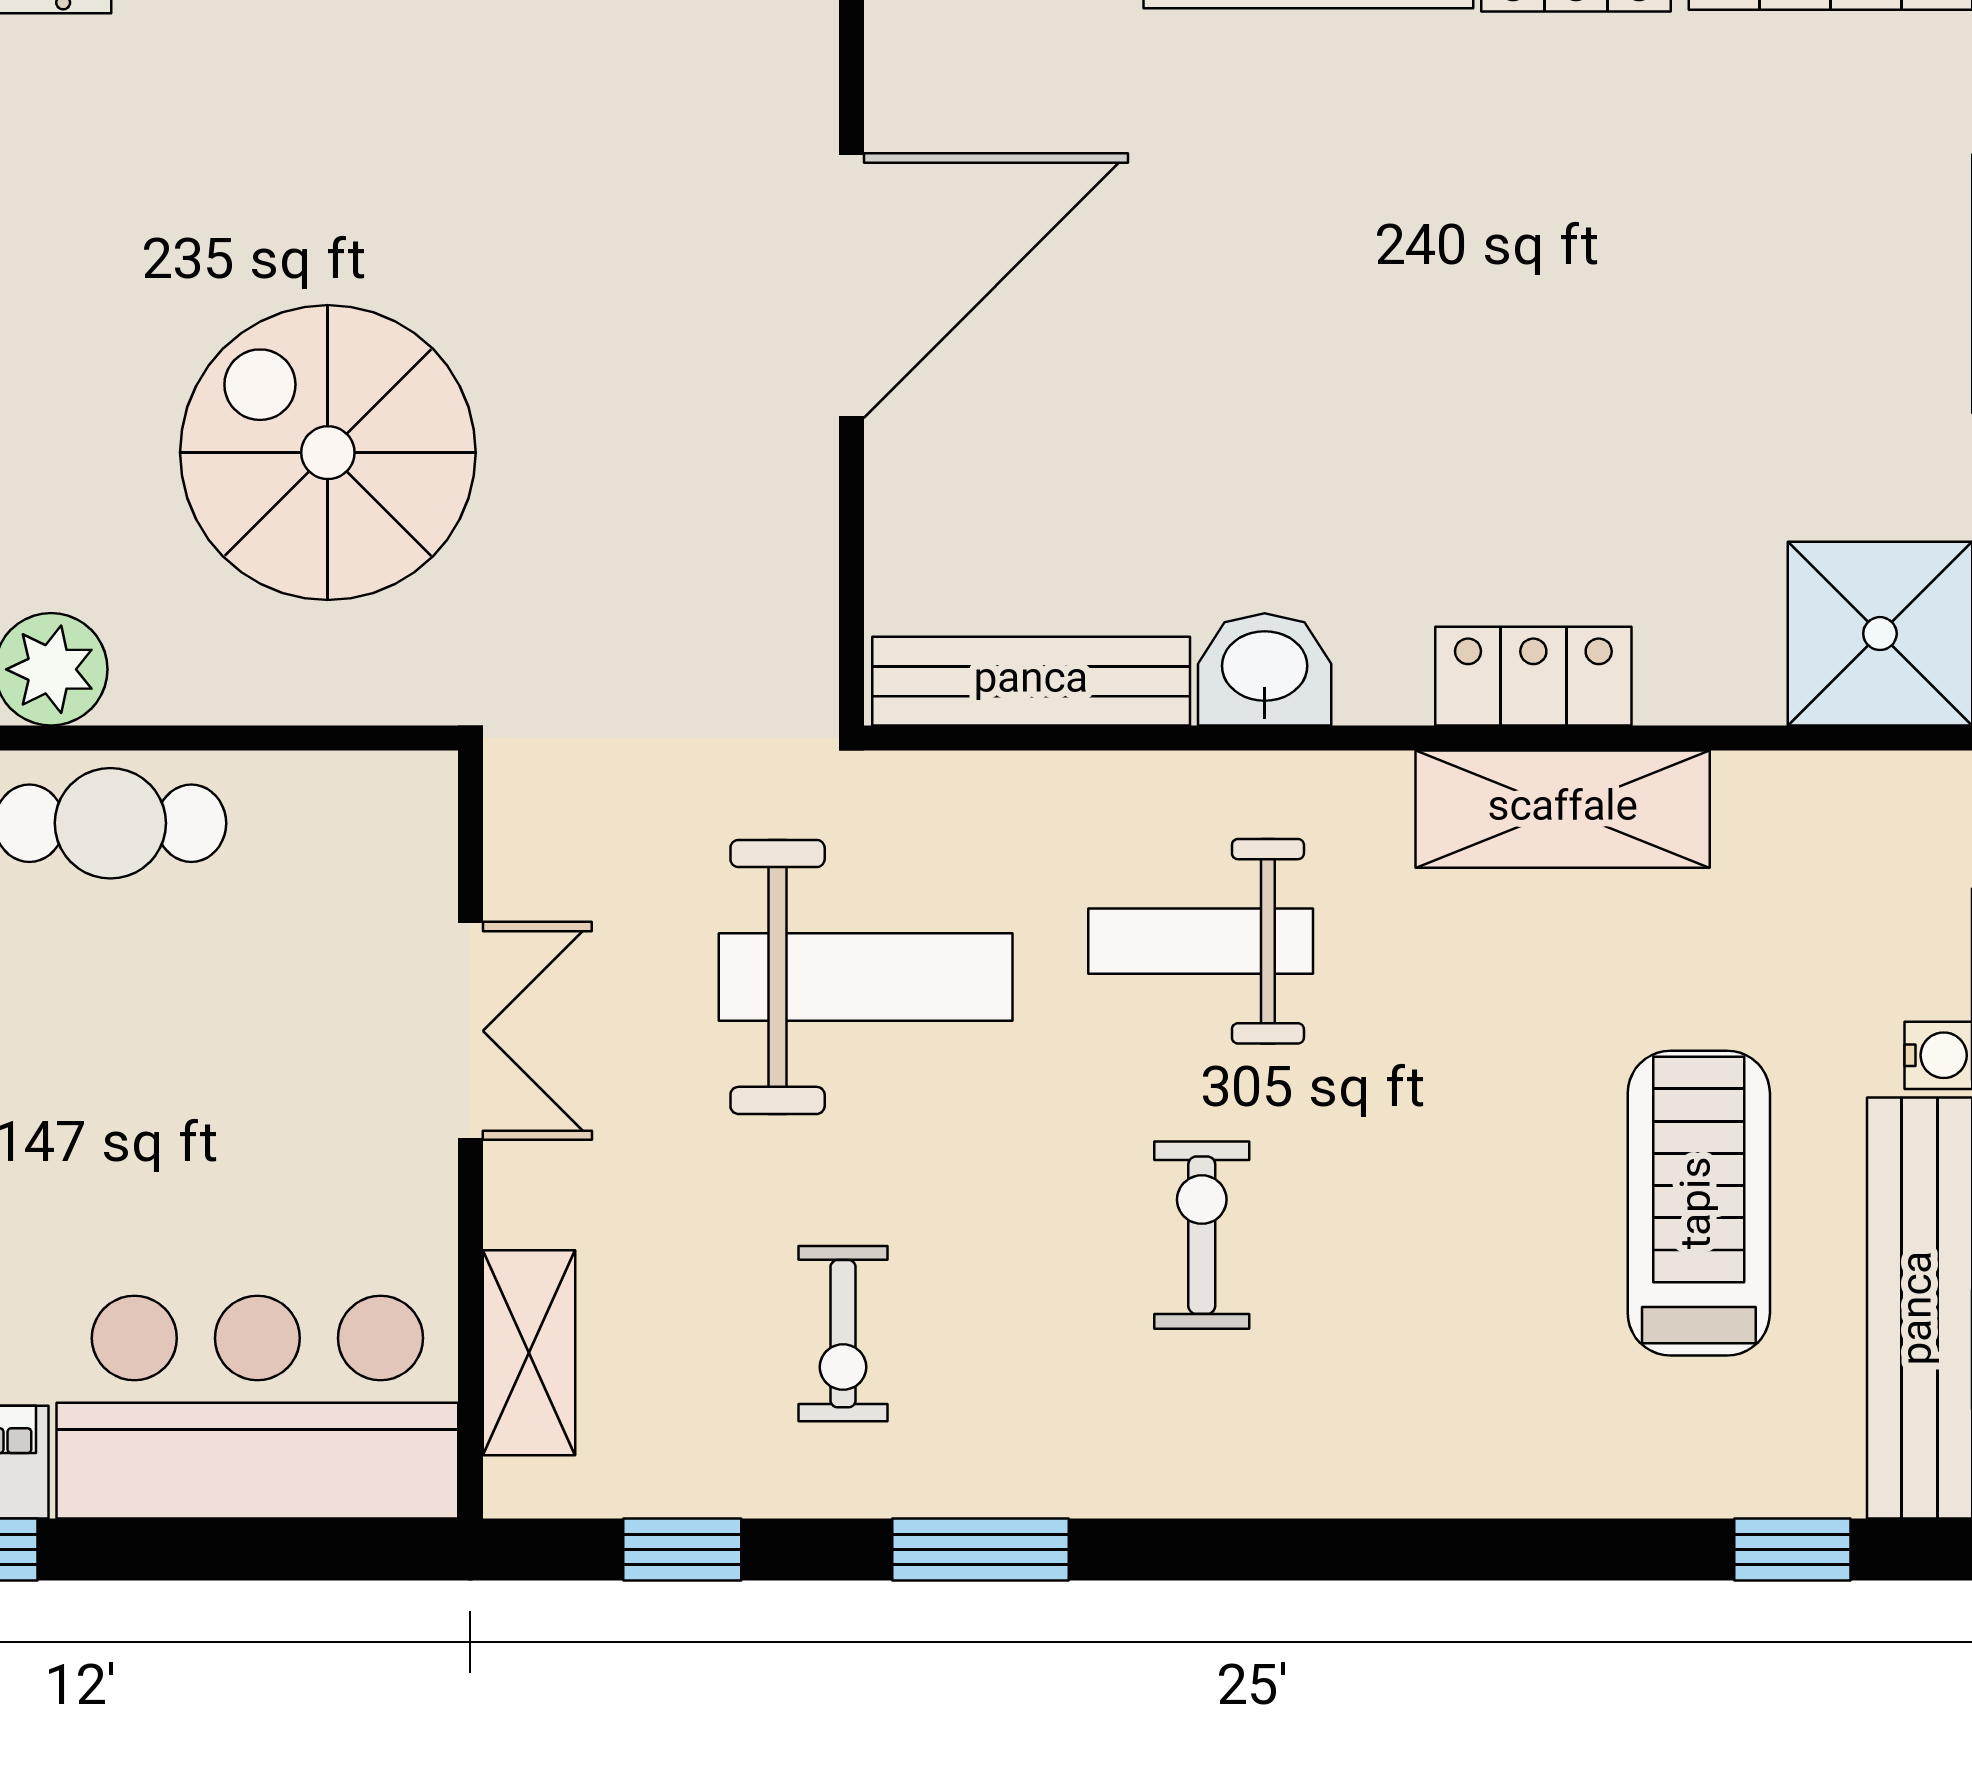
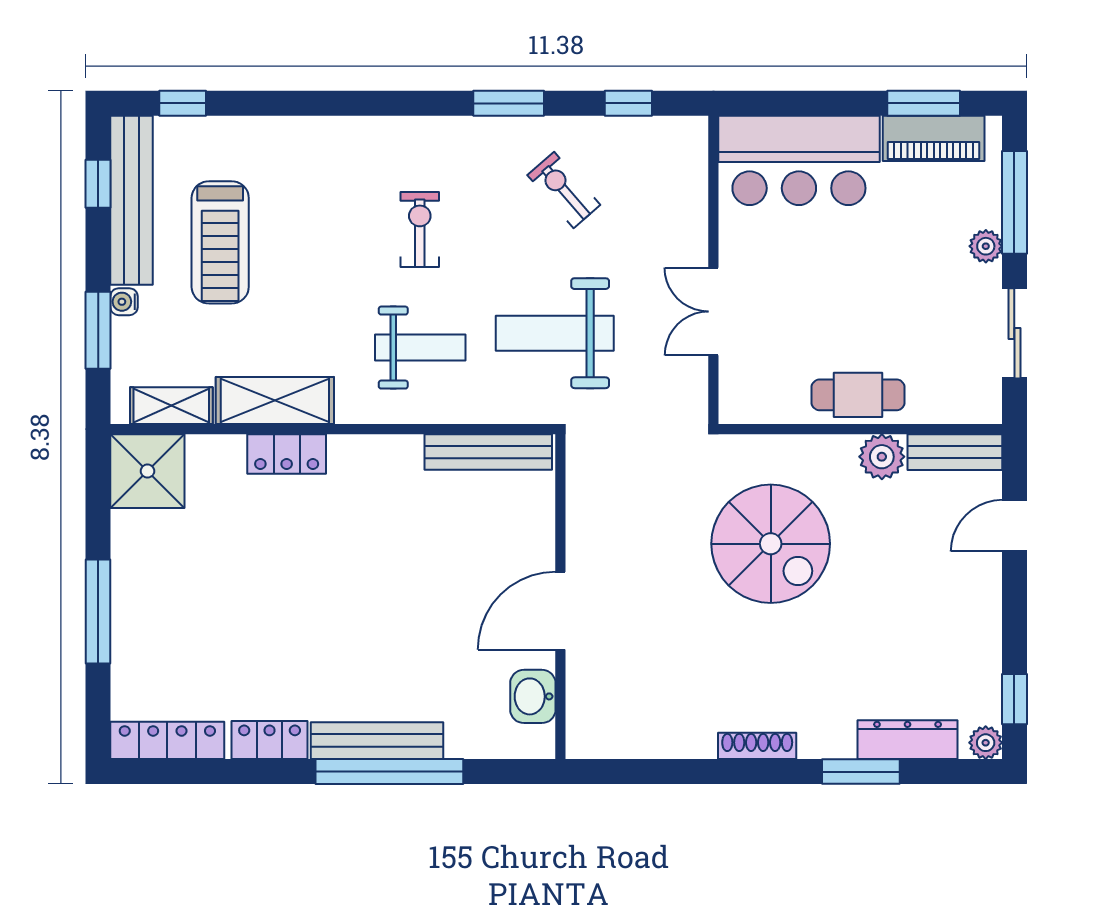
door: (851, 286) -> (560, 611), width x0.73
washbasin: (1265, 669) -> (533, 696), moved, turned 90
exercise bike: (1202, 1235) -> (420, 229), turned 180
exercise bike: (843, 1334) -> (564, 190), turned -41
shelving: (529, 1353) -> (171, 406), moved, turned 90

